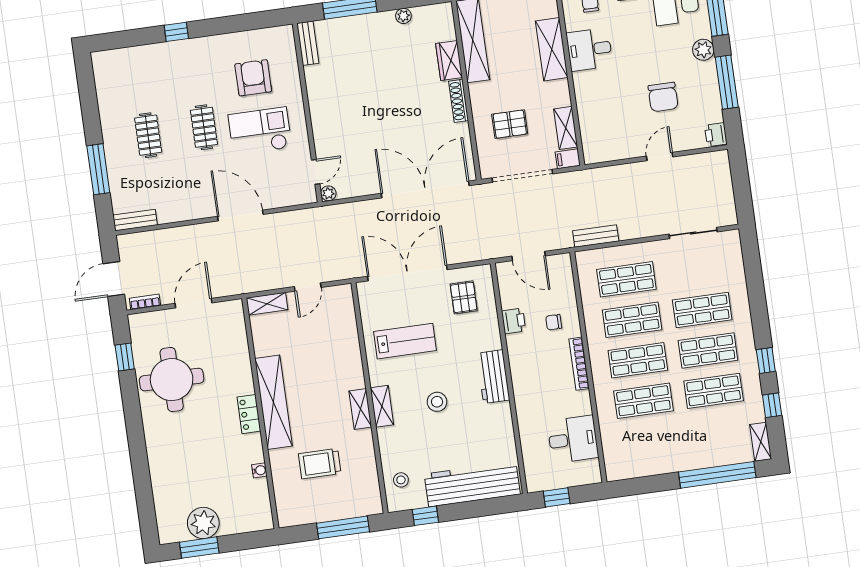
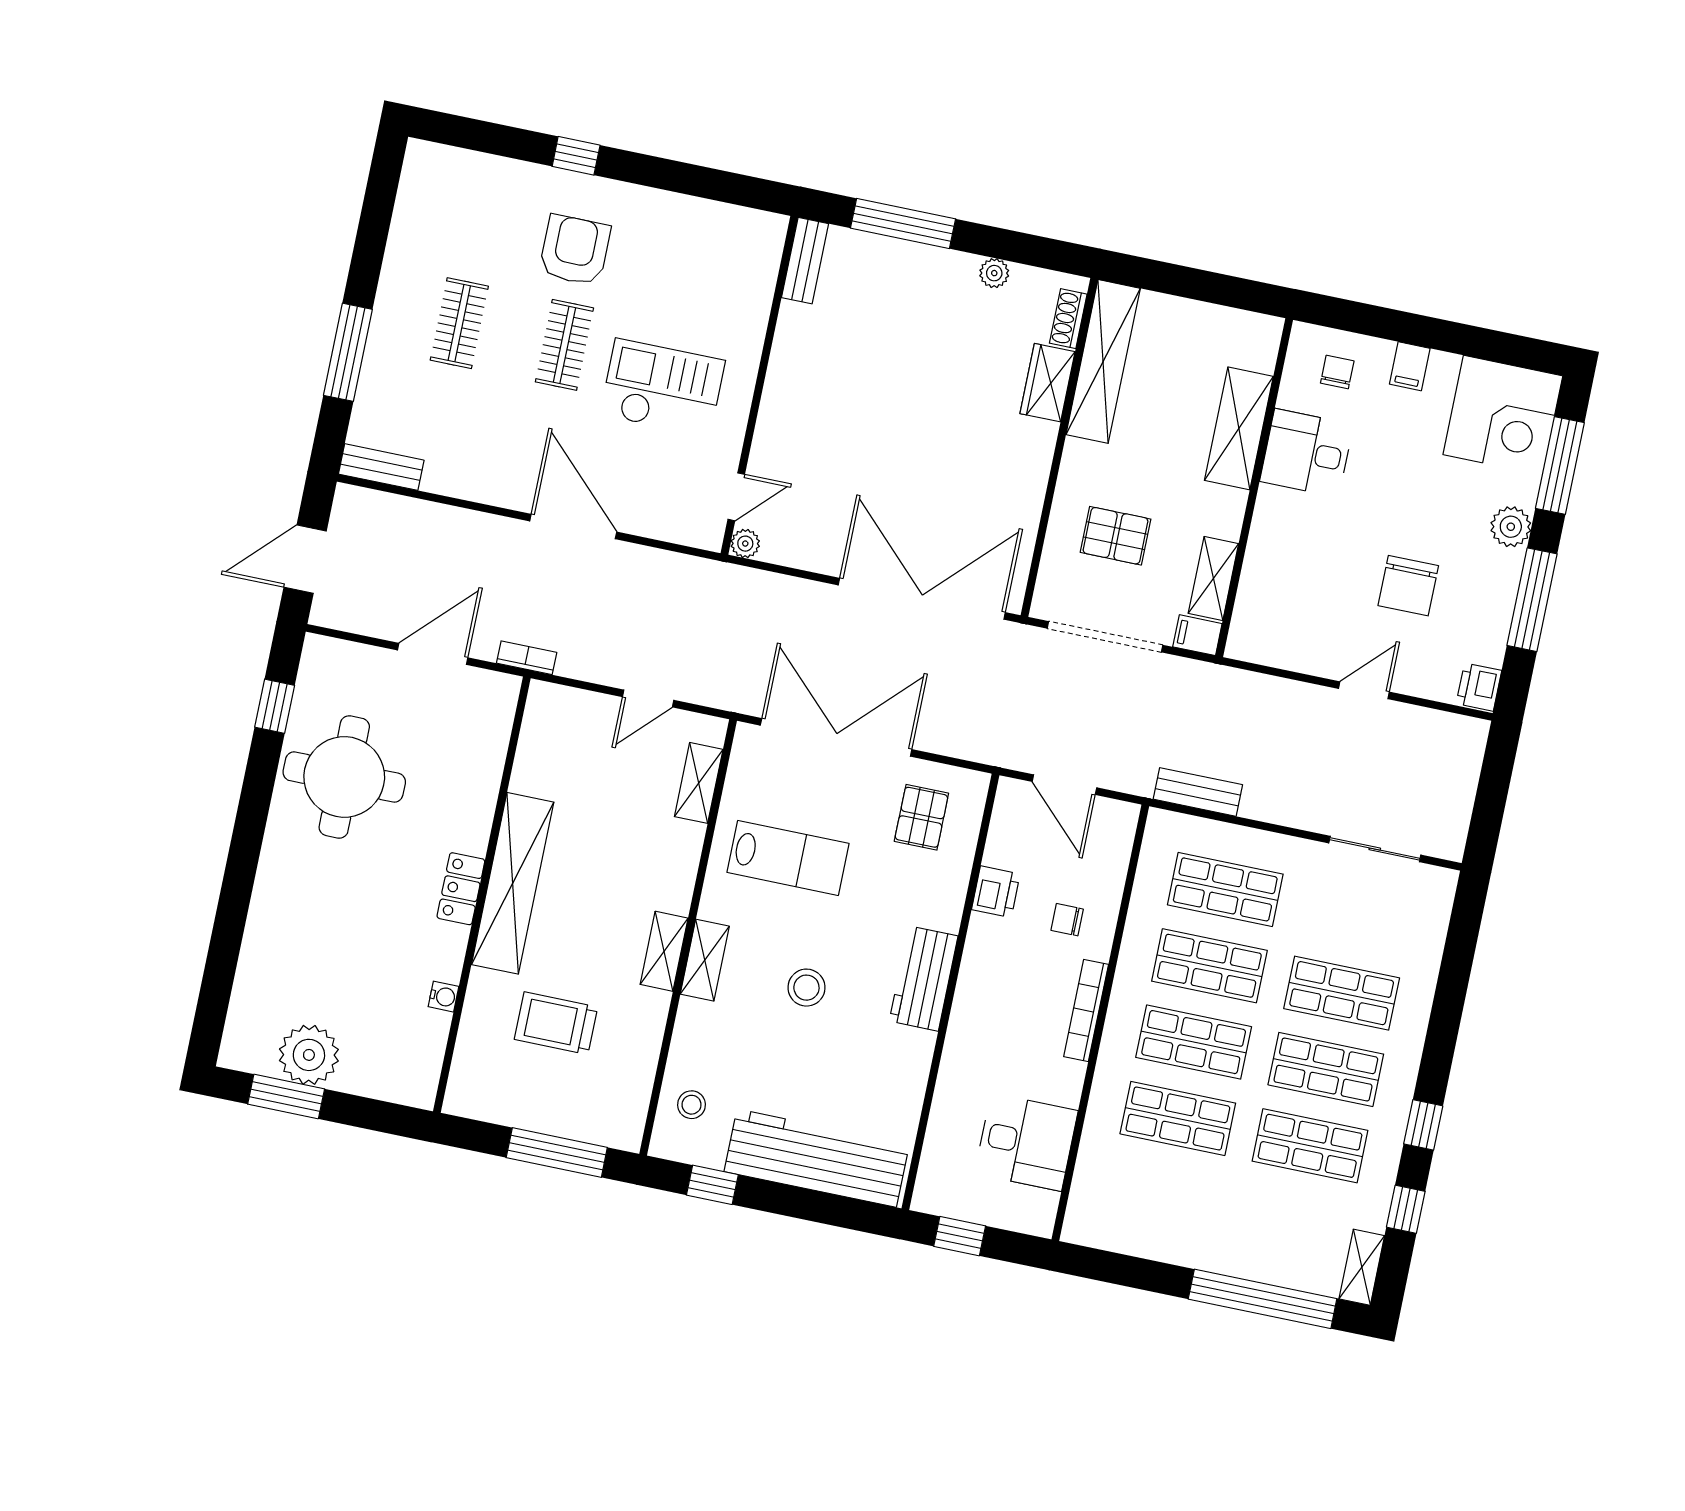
armchair: (253, 78) -> (575, 250), moved
shoe rack: (459, 101) -> (1068, 319), moved, width x0.70
bookcase: (145, 302) -> (527, 658), moved
shelving: (267, 304) -> (699, 783), moved, turned 90

